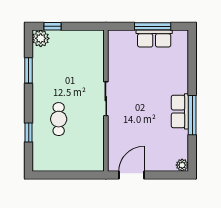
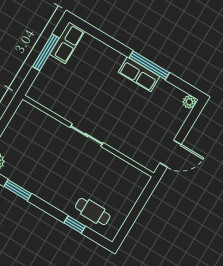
row of seats: (154, 39) -> (67, 43), moved
cafe table: (59, 119) -> (93, 212), moved
door: (132, 175) -> (170, 154), swing flipped

